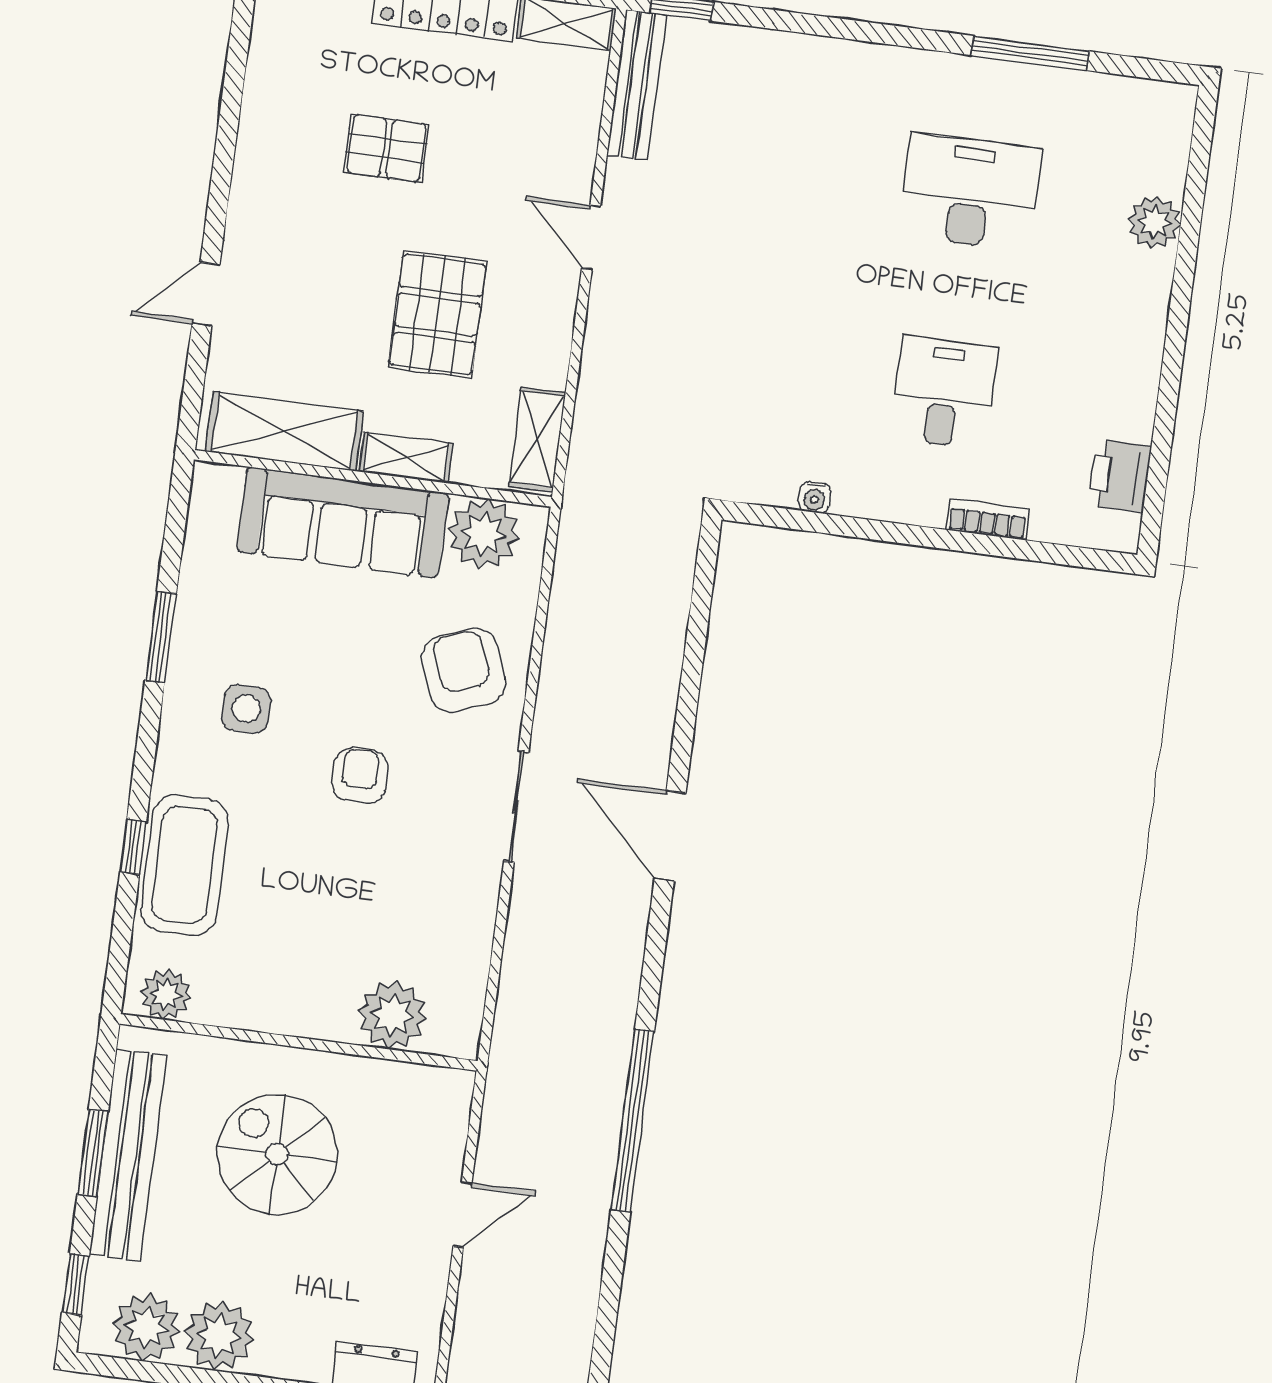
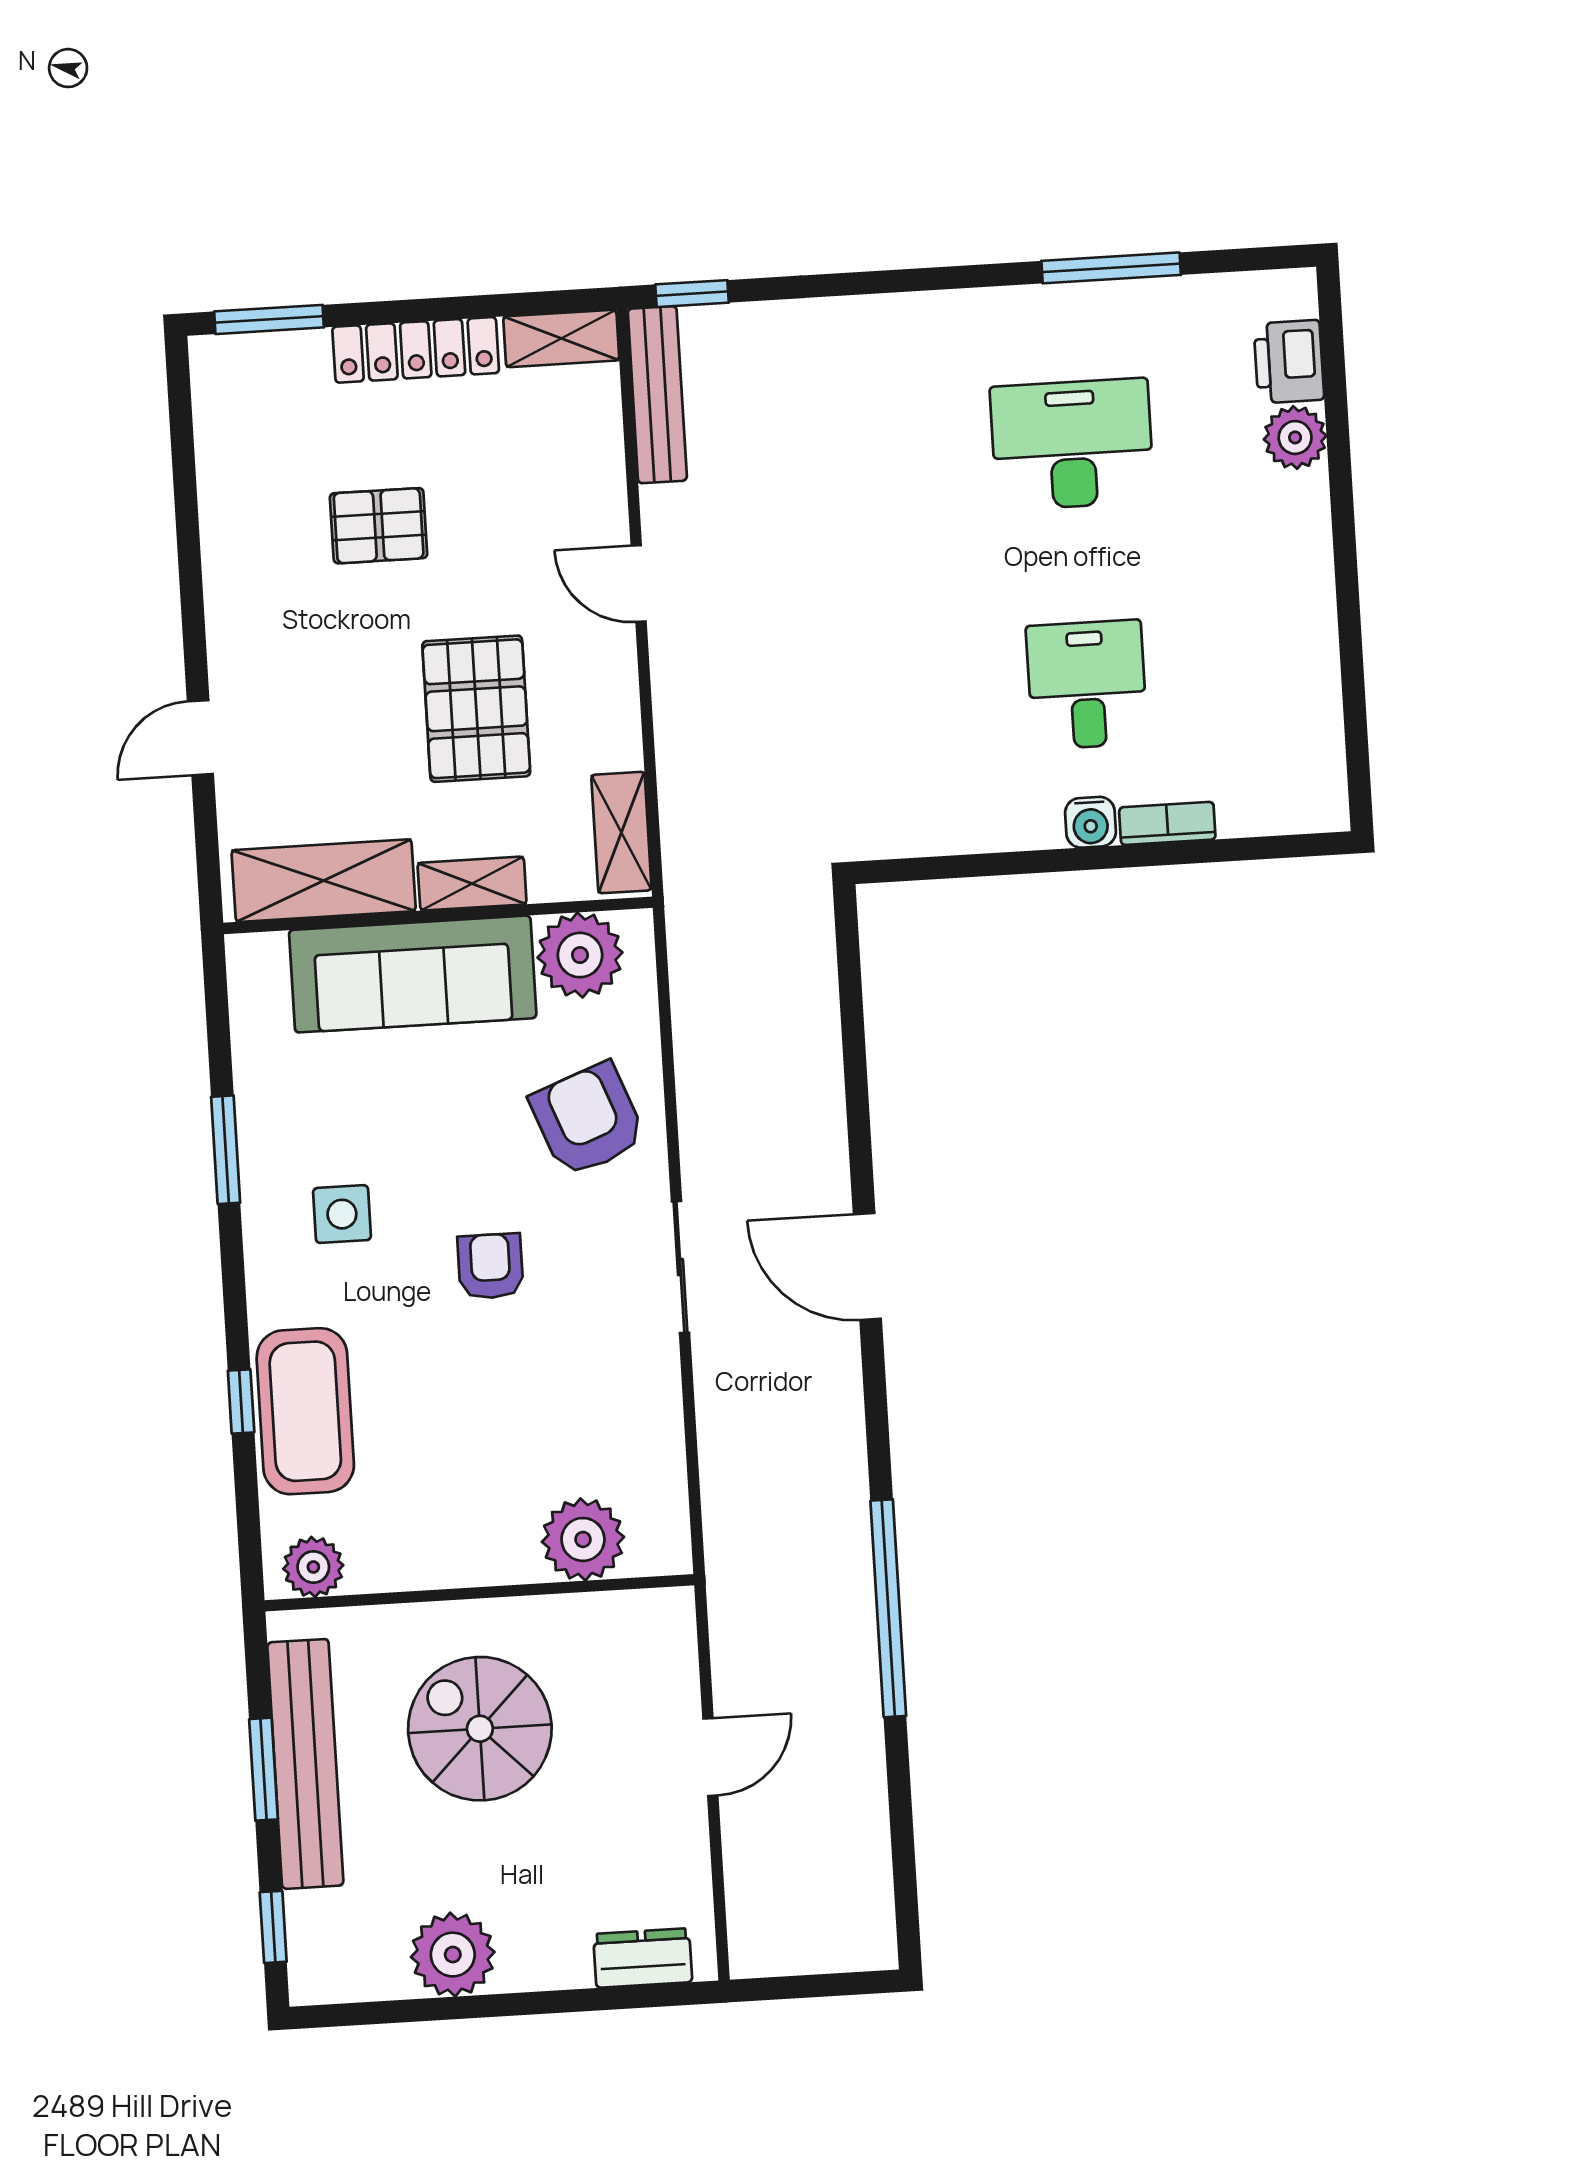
printer: (1120, 476) -> (1289, 362), moved
water cooler: (815, 497) -> (1090, 822), moved, width x1.38, depth x1.38
plant: (146, 1327) -> (366, 1961), removed

